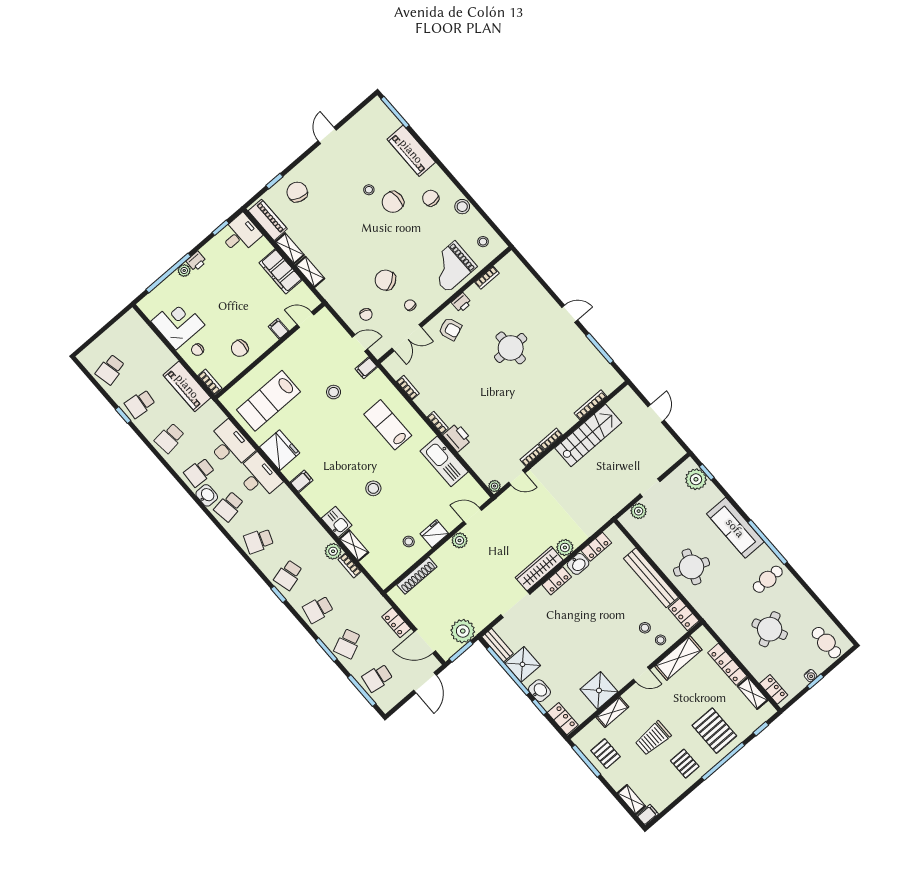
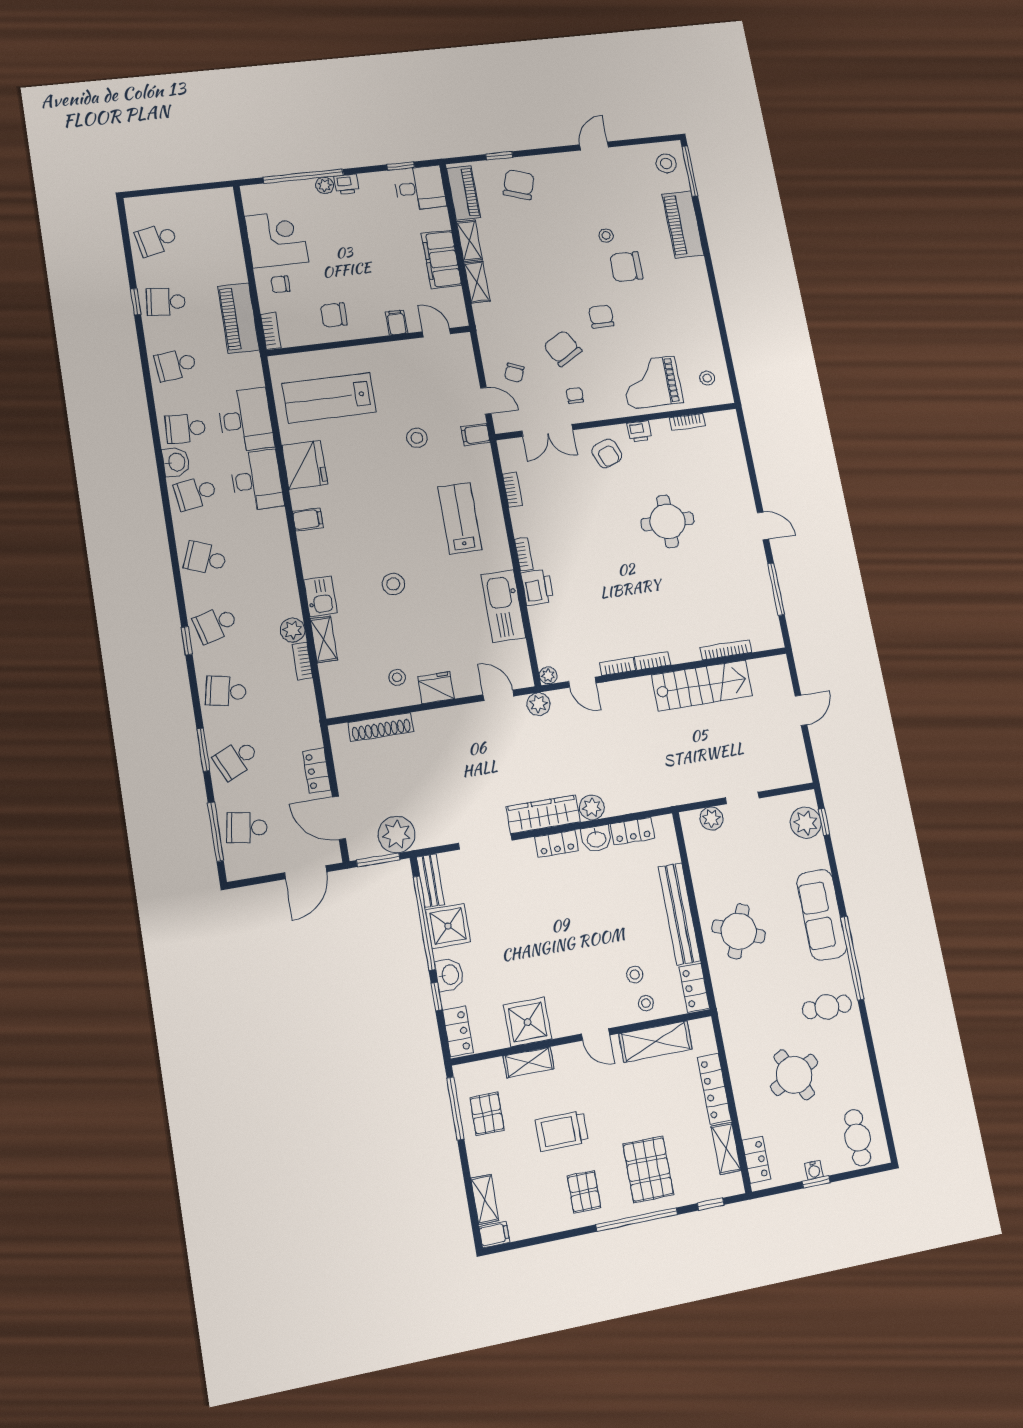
chair: (431, 198) -> (601, 317), moved
stool: (462, 207) -> (666, 163), moved
plant: (460, 540) -> (539, 704), moved

